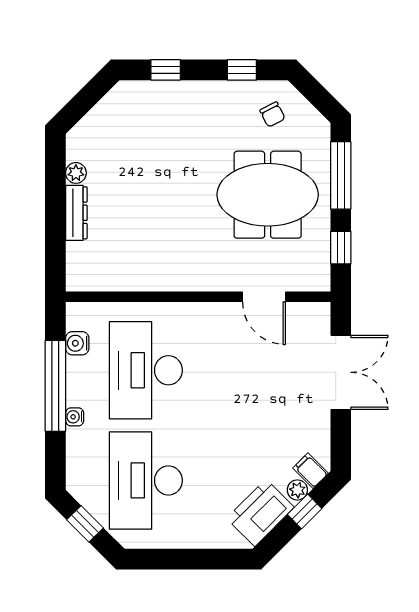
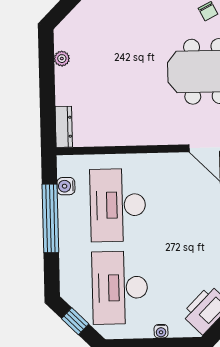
dresser: (76, 213) -> (64, 127), moved
water cooler: (75, 417) -> (161, 331), moved, turned -90

